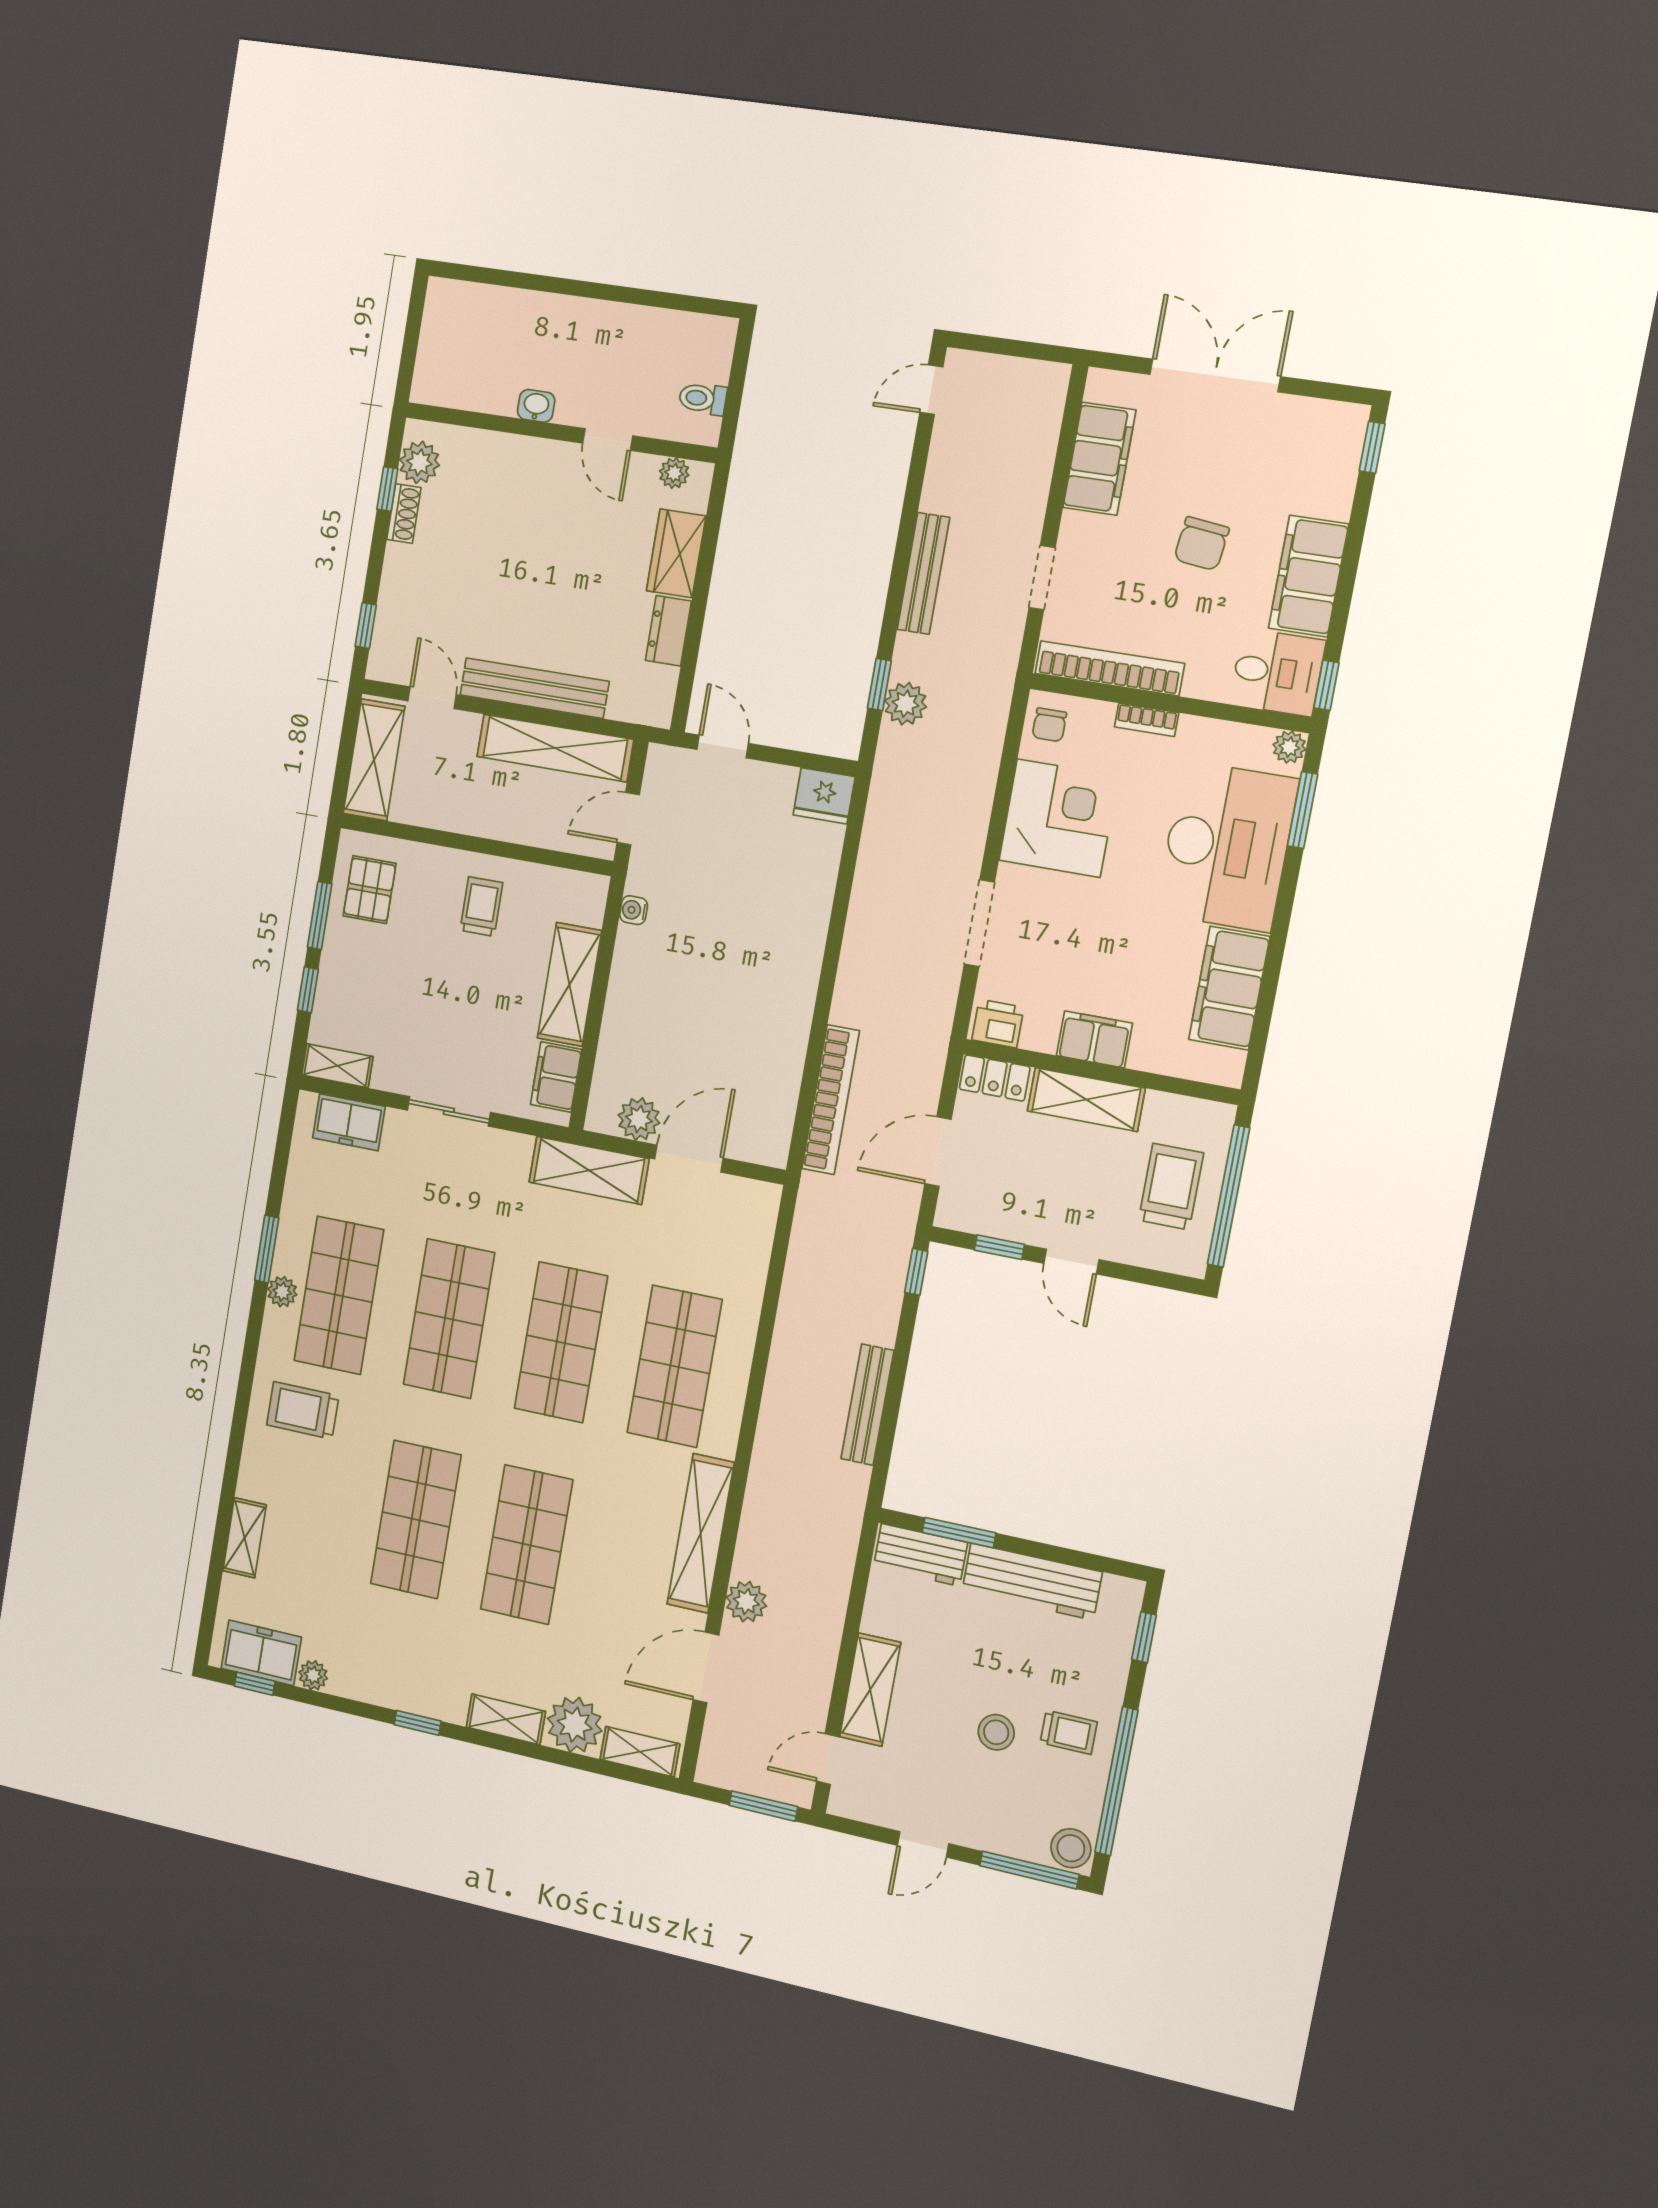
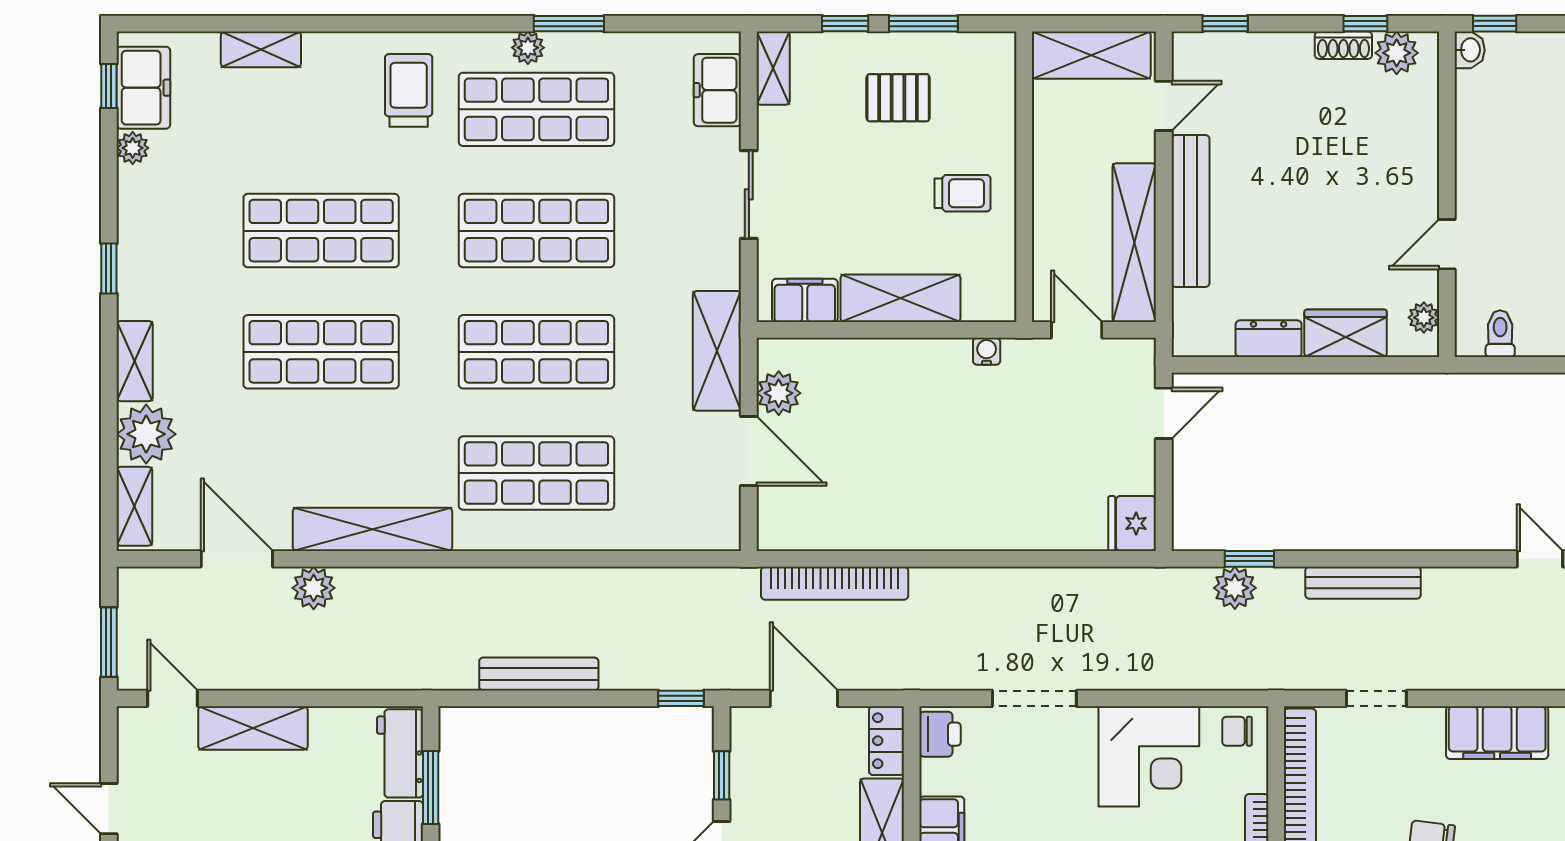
window: (408, 362) -> (1495, 24), added
washbasin: (536, 406) -> (1470, 50), moved
pallet: (370, 890) -> (898, 98), moved

